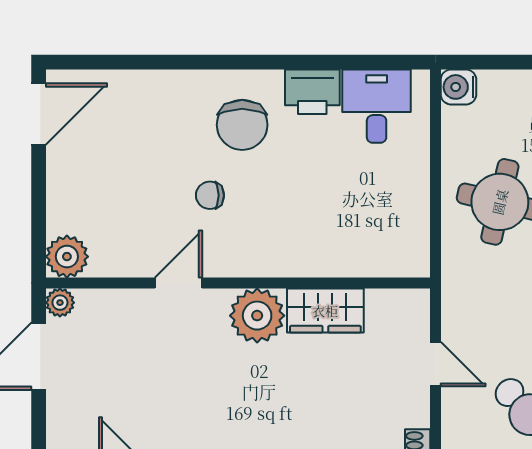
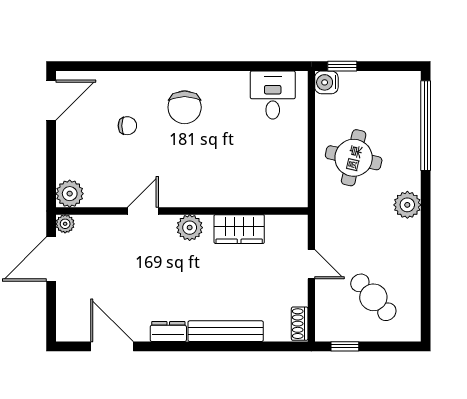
window: (483, 62) -> (342, 66), added
printer: (312, 92) -> (231, 86), removed
chair: (210, 195) -> (127, 126), moved, turned 180
plant: (257, 316) -> (190, 228), width x0.73, depth x0.73

